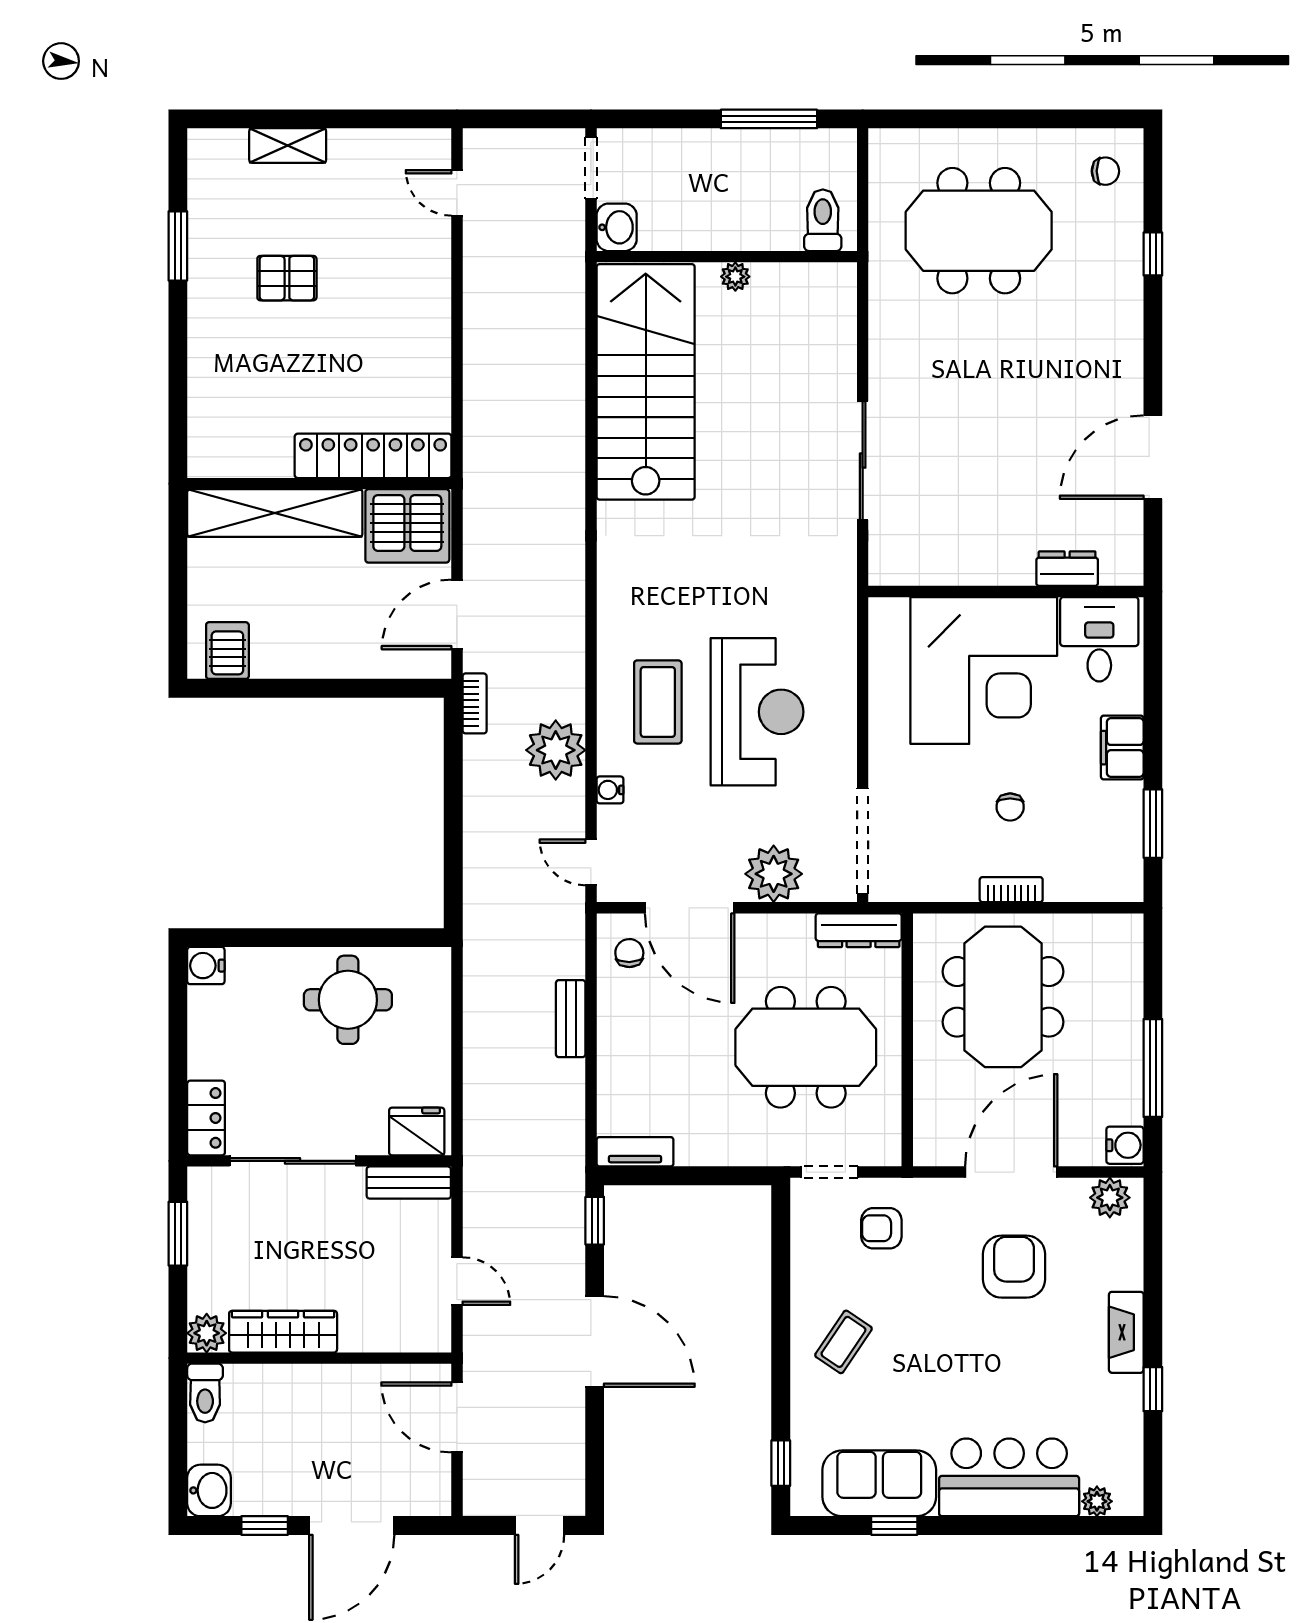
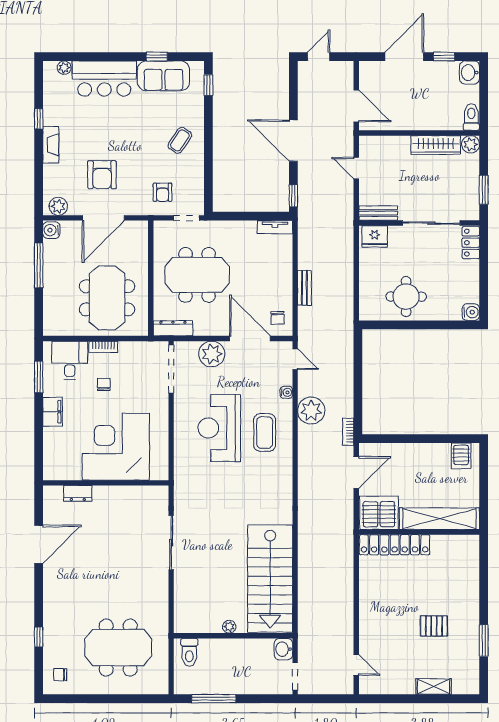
desk: (1099, 639) -> (70, 360), moved, turned 180
armchair: (881, 1228) -> (163, 192), turned 90

